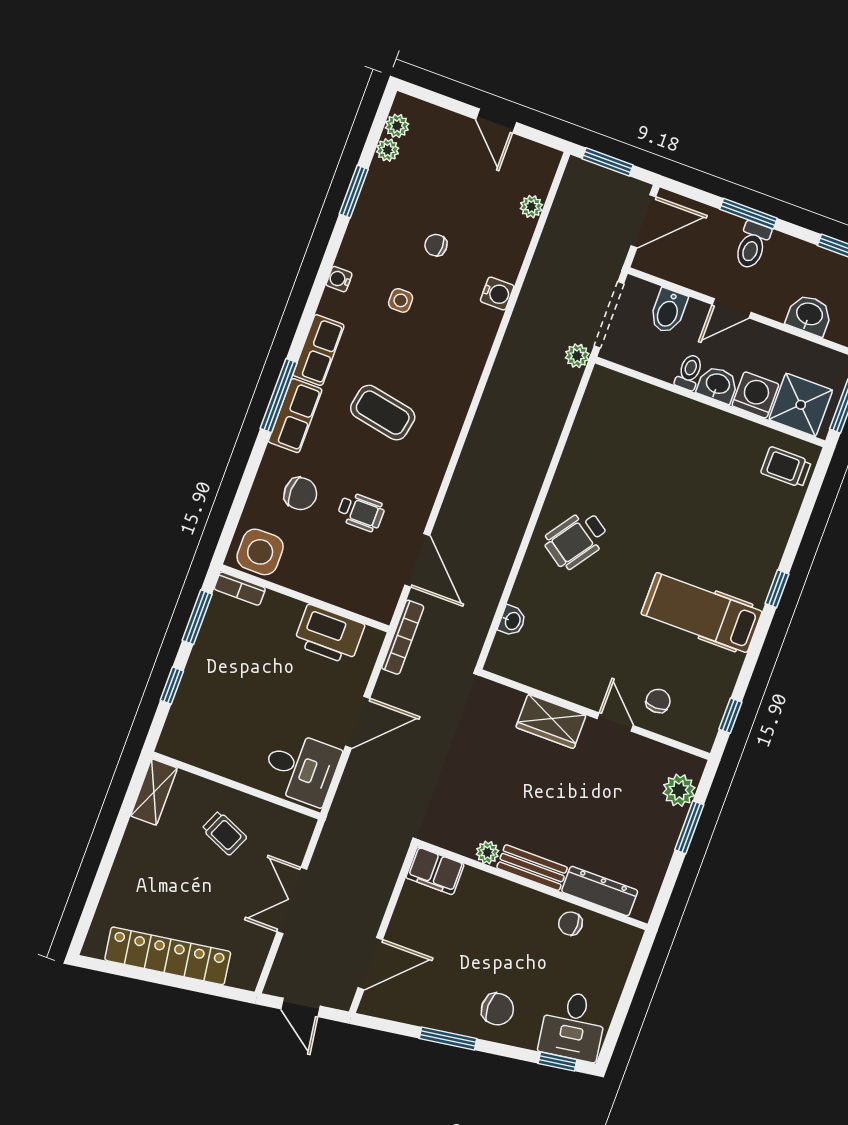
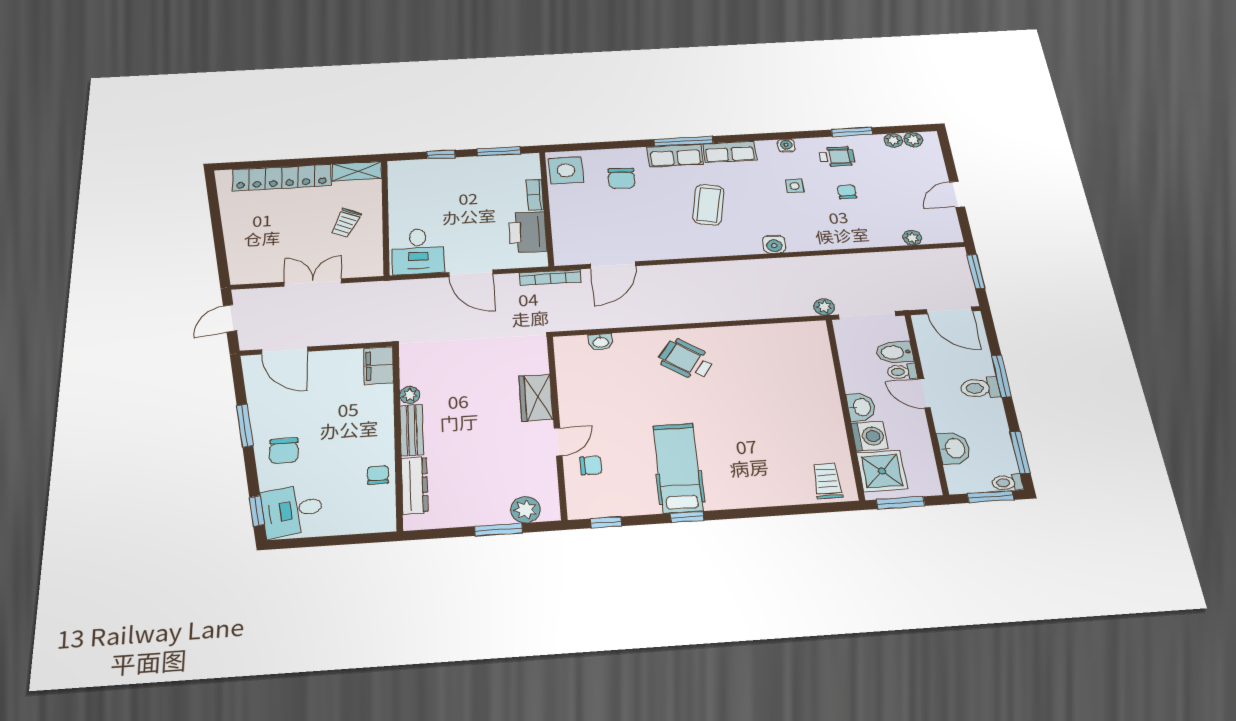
water cooler: (497, 293) -> (774, 244), moved
toilet: (689, 372) -> (902, 372), moved, turned 180
wheelchair: (361, 512) -> (837, 157), moved, turned -90
bookcase: (240, 589) -> (535, 195), moved
window: (777, 589) -> (687, 517), moved
locker: (168, 956) -> (282, 178), moved, turned 98

